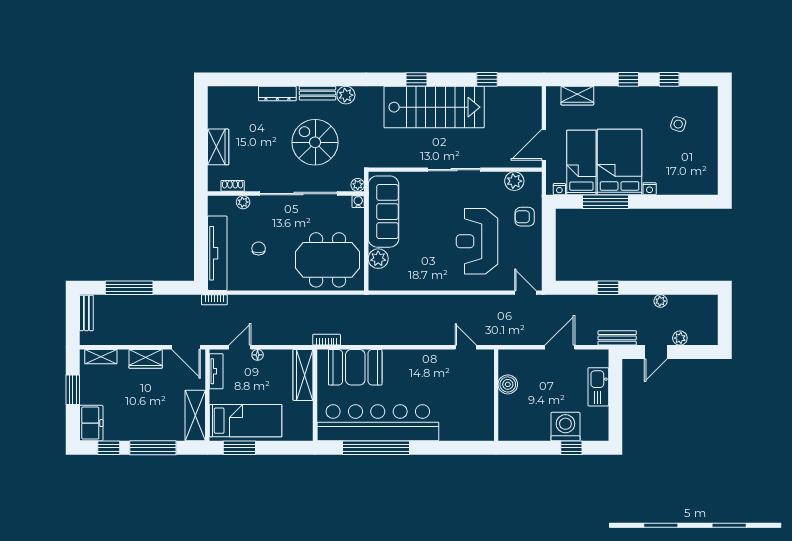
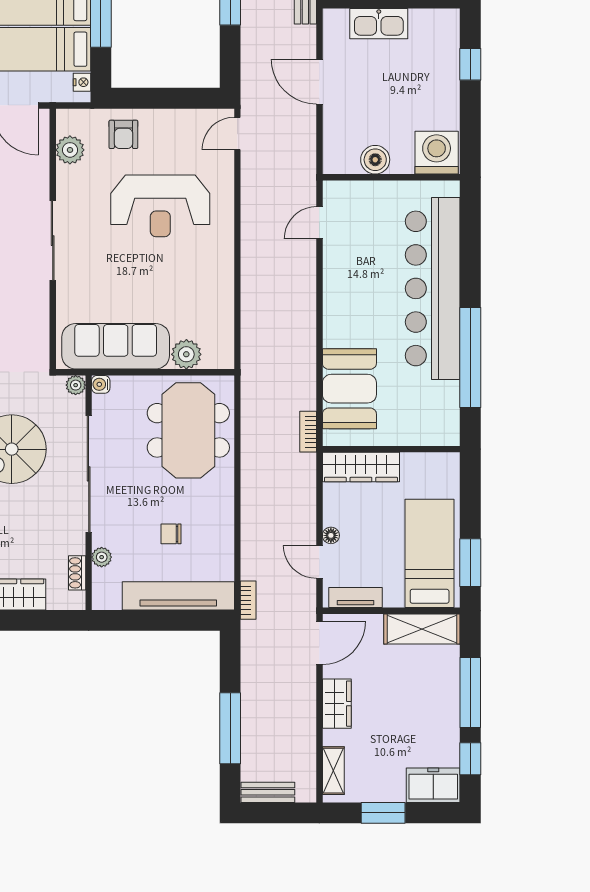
bar counter: (378, 423) -> (433, 288), moved
washing machine: (565, 427) -> (437, 153), moved, turned 90

